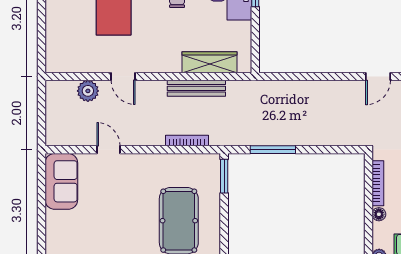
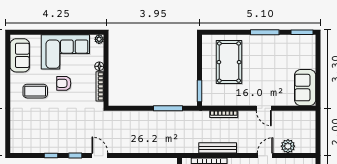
door: (123, 77) -> (265, 156), hinge flipped
door: (378, 77) -> (100, 156), hinge flipped
door: (109, 150) -> (264, 108), moved

